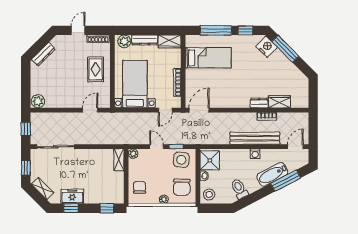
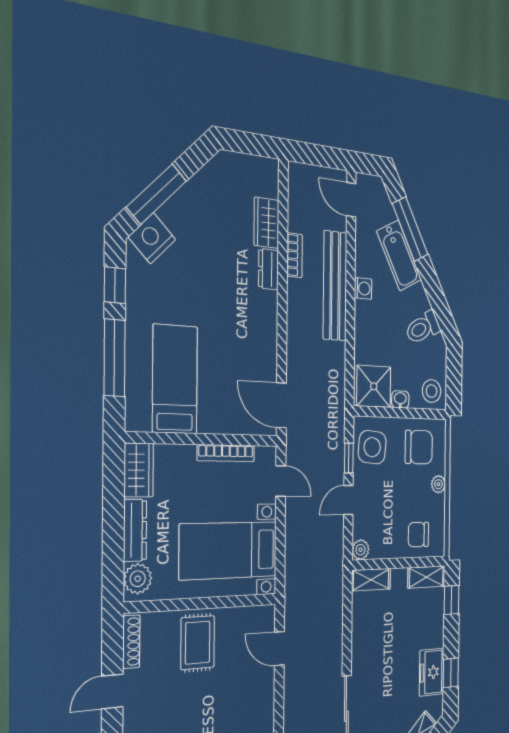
door: (78, 30) -> (112, 692), hinge flipped
rug: (96, 69) -> (198, 643), turned 90
shelving: (119, 193) -> (426, 577), added

